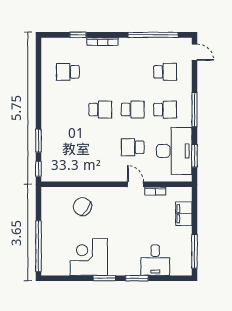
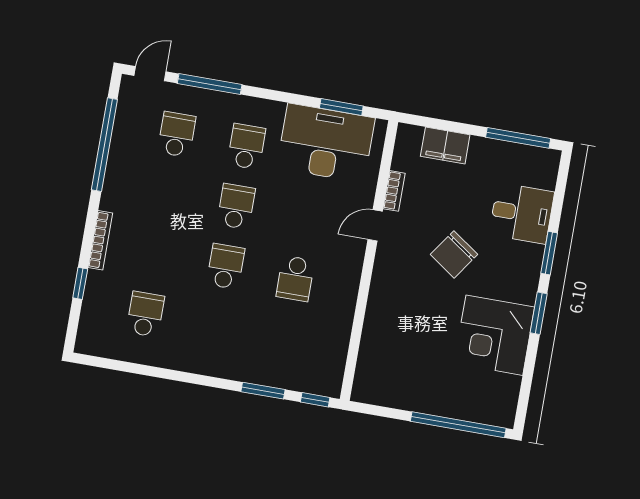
school desk: (68, 72) -> (145, 314), turned 180
window: (194, 110) -> (210, 84), moved
school desk: (133, 147) -> (295, 279), moved
chair: (82, 207) -> (454, 254), moved

